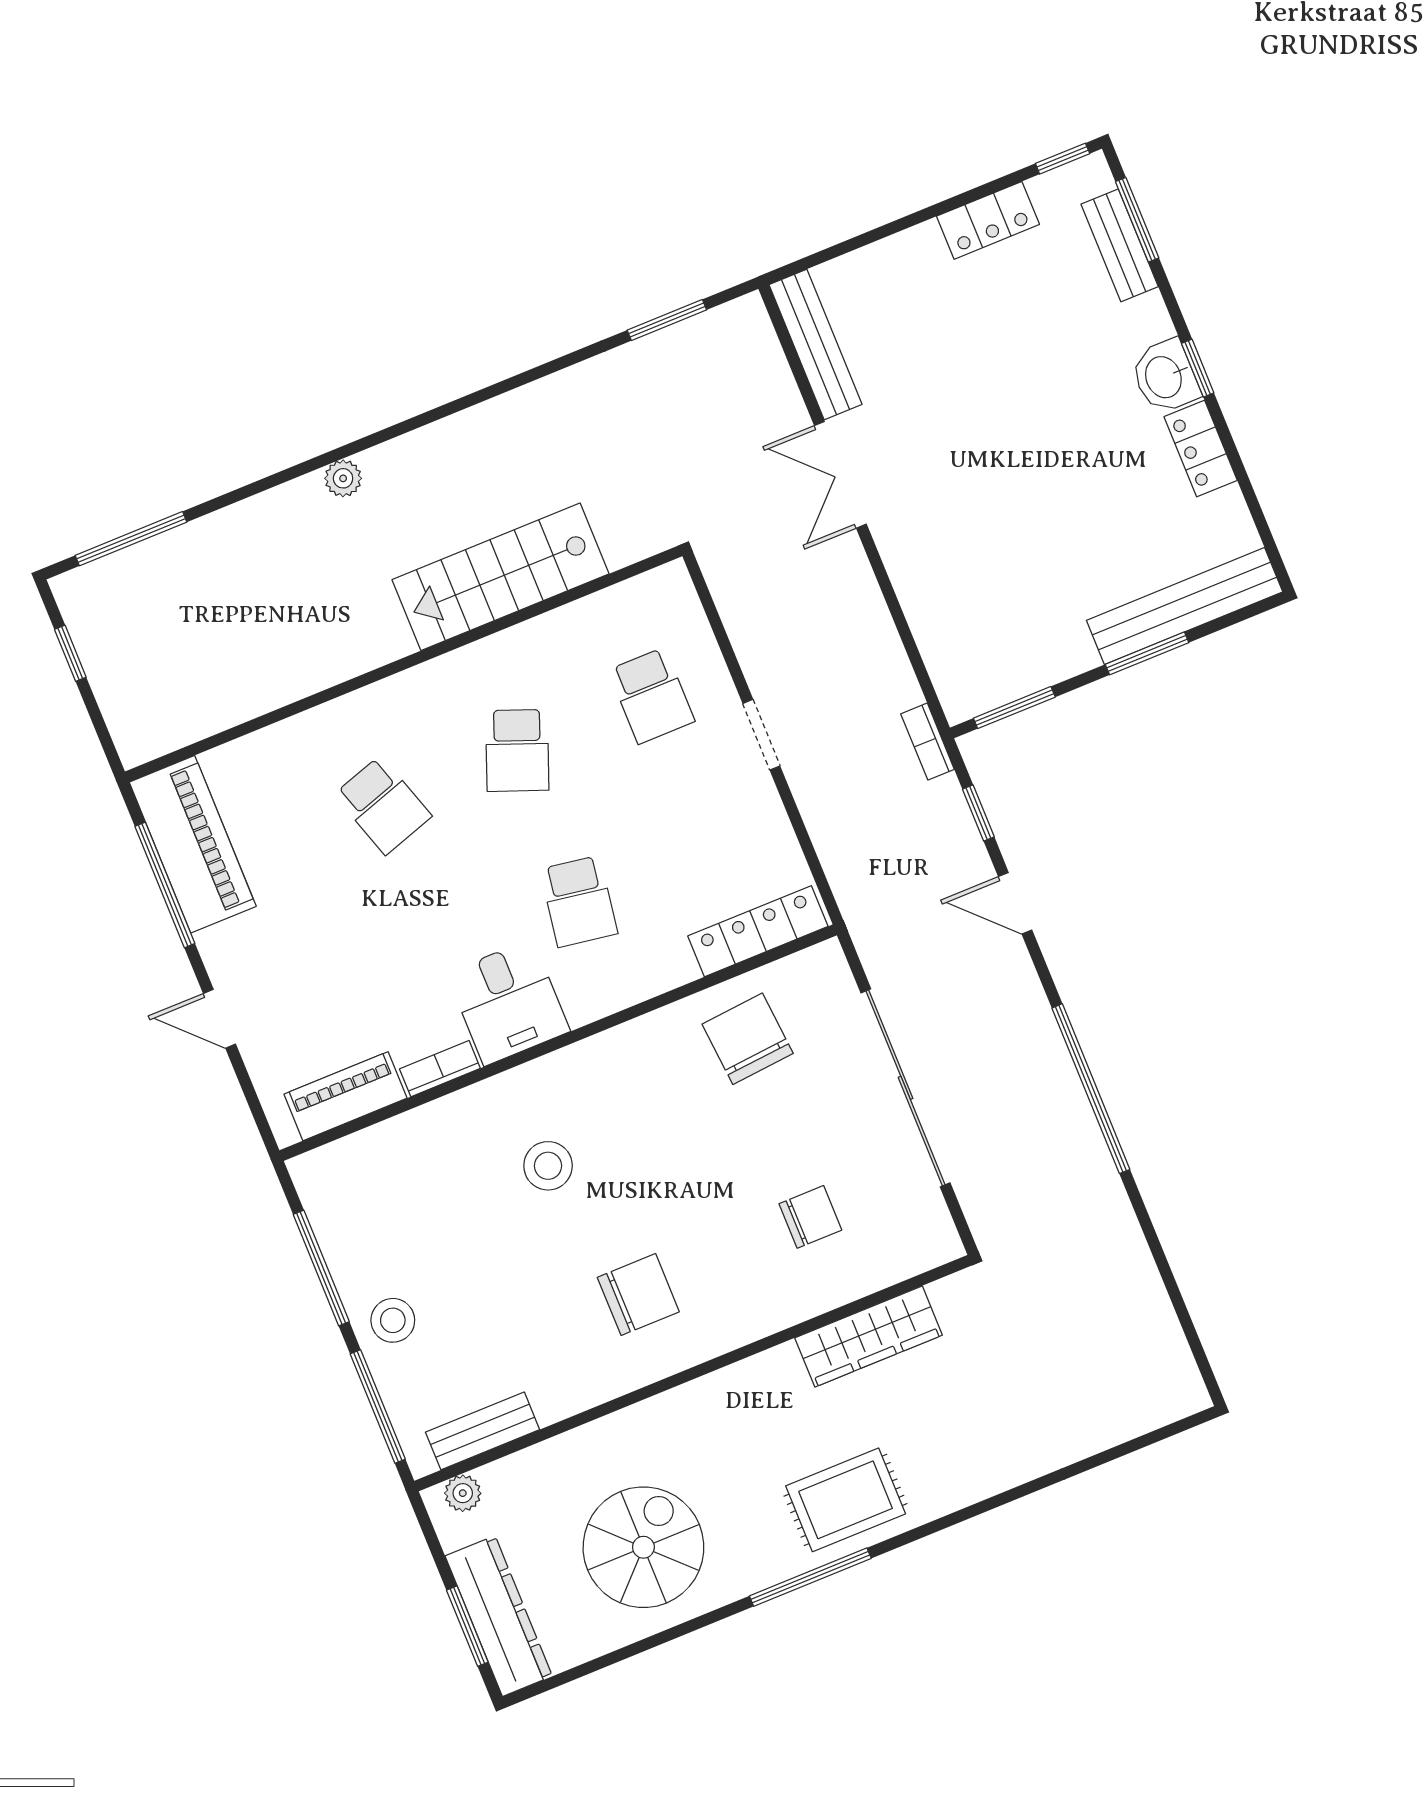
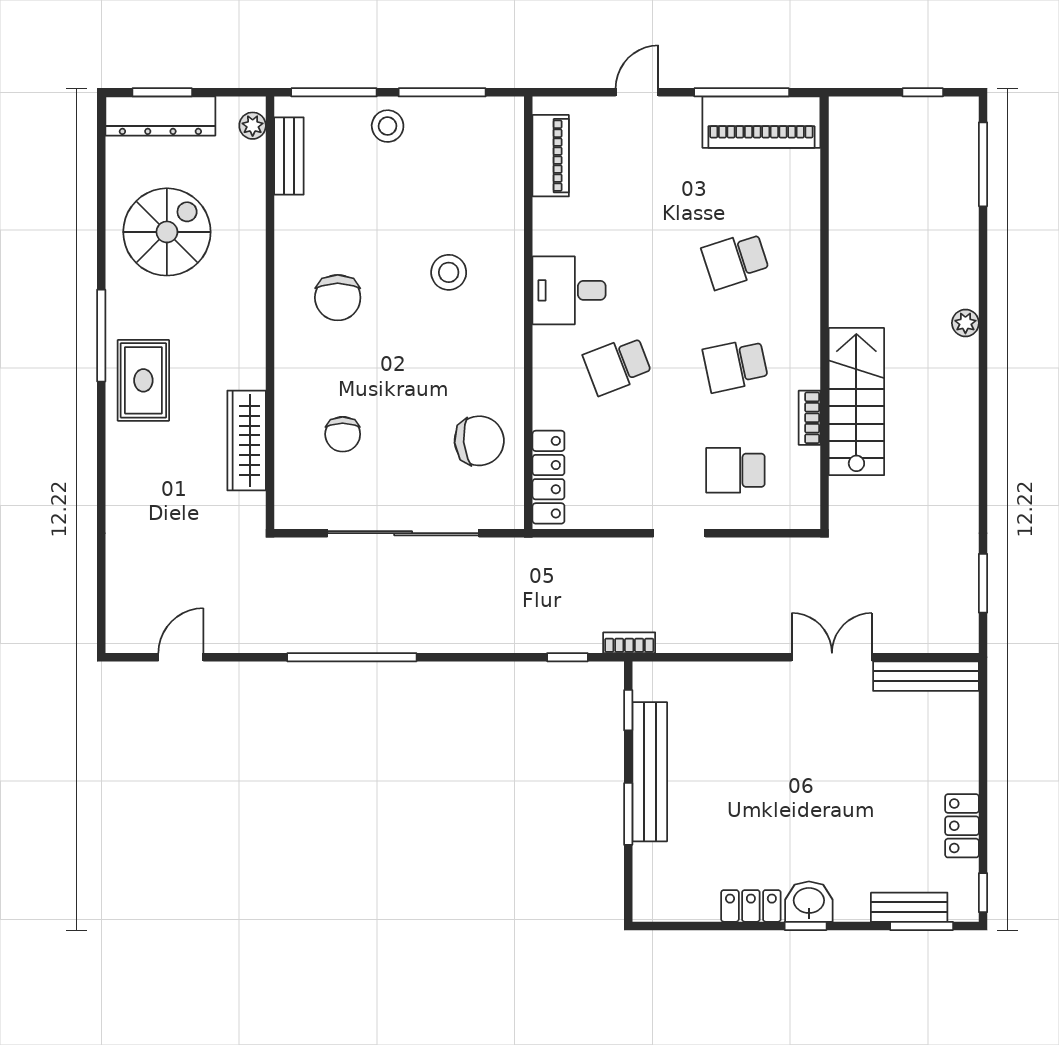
bench: (1185, 606) -> (650, 772), moved
window: (1014, 708) -> (628, 710), width x0.67
school desk: (517, 750) -> (735, 365), turned -33
school desk: (579, 901) -> (617, 365), turned -30
door: (1015, 903) -> (181, 657), moved
bookcase: (440, 1069) -> (810, 418), moved, turned 180
spiral stairs: (643, 1547) -> (167, 232), turned -90

